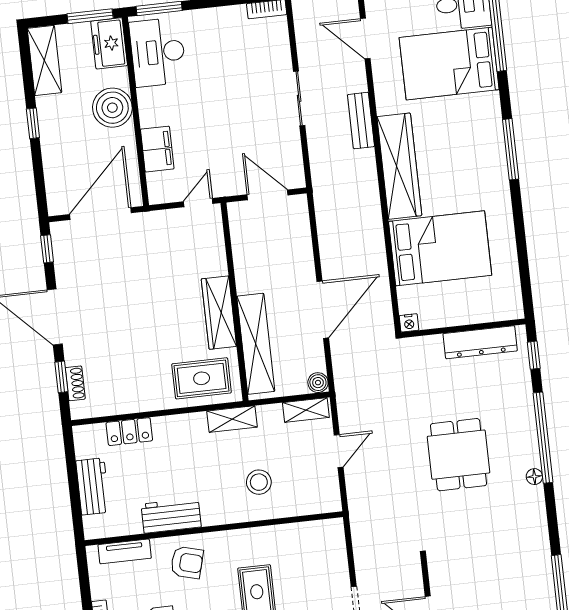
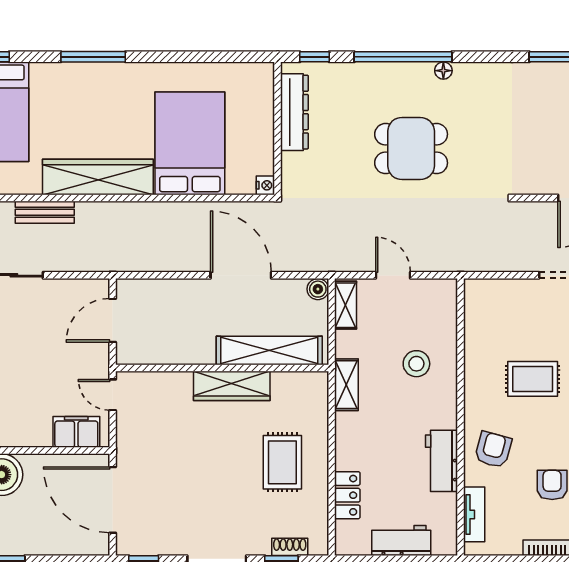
filing cabinet: (157, 149) -> (76, 432), moved
rug: (202, 378) -> (282, 462), moved

